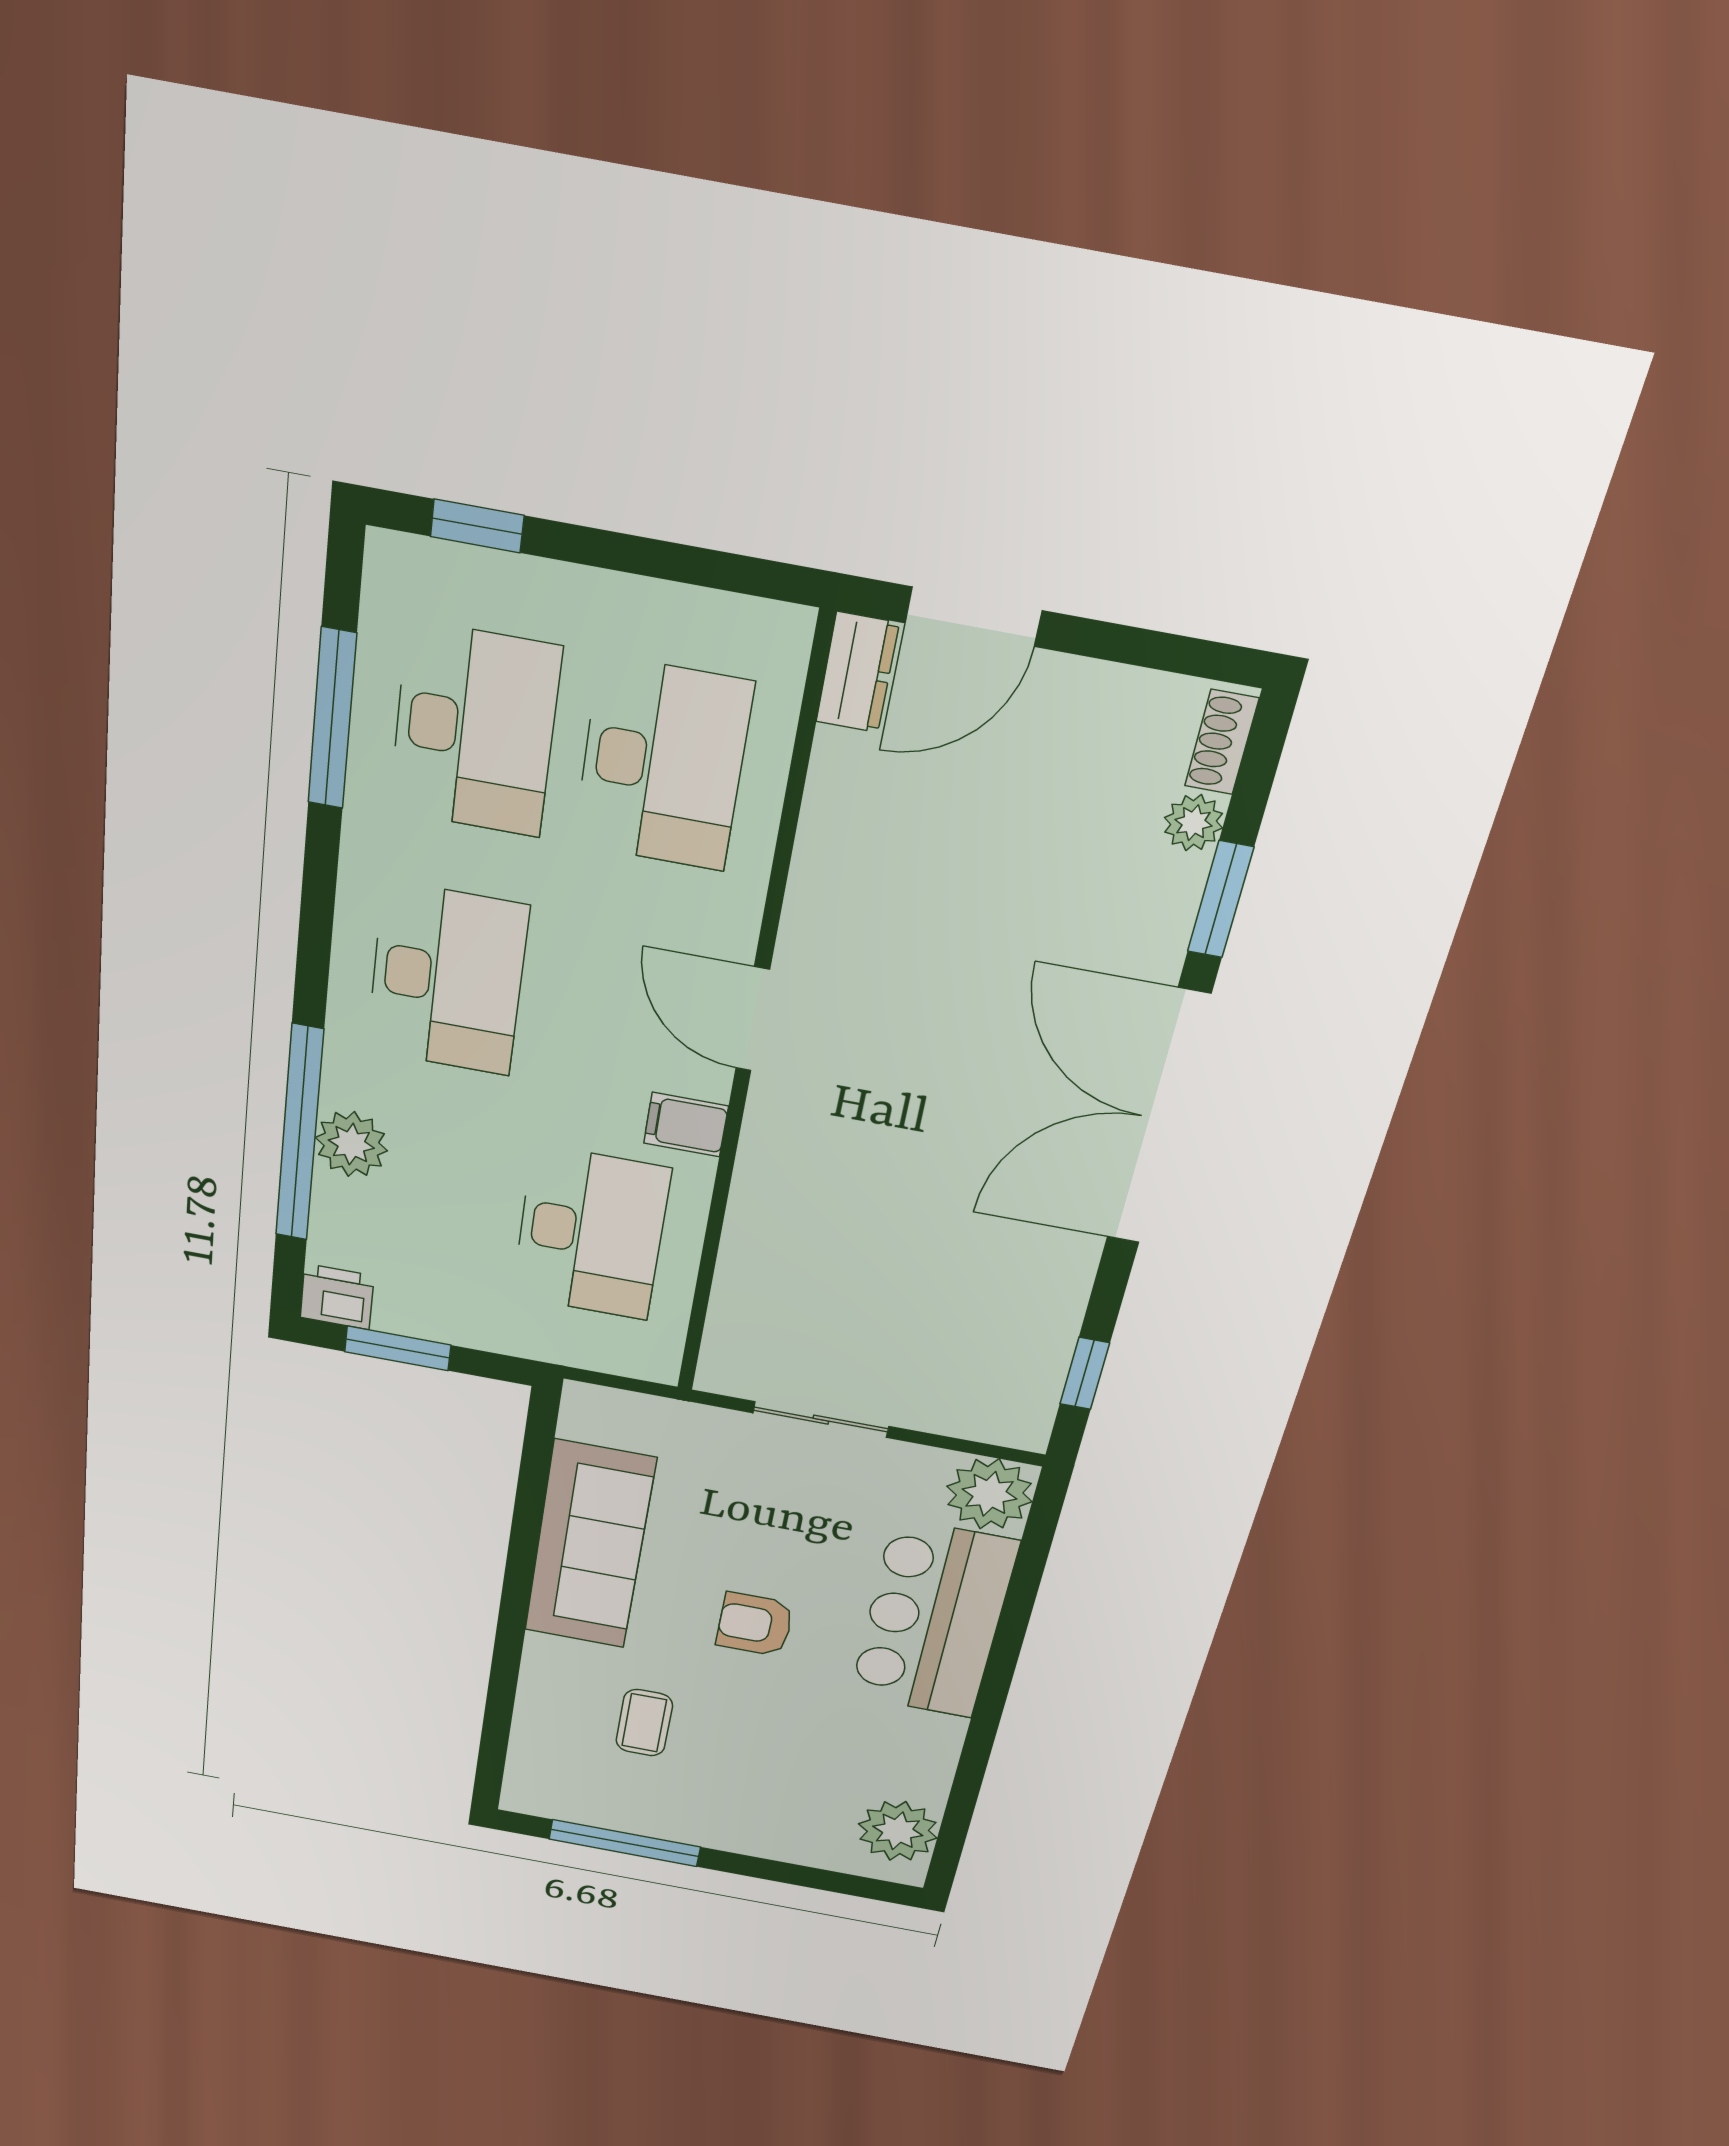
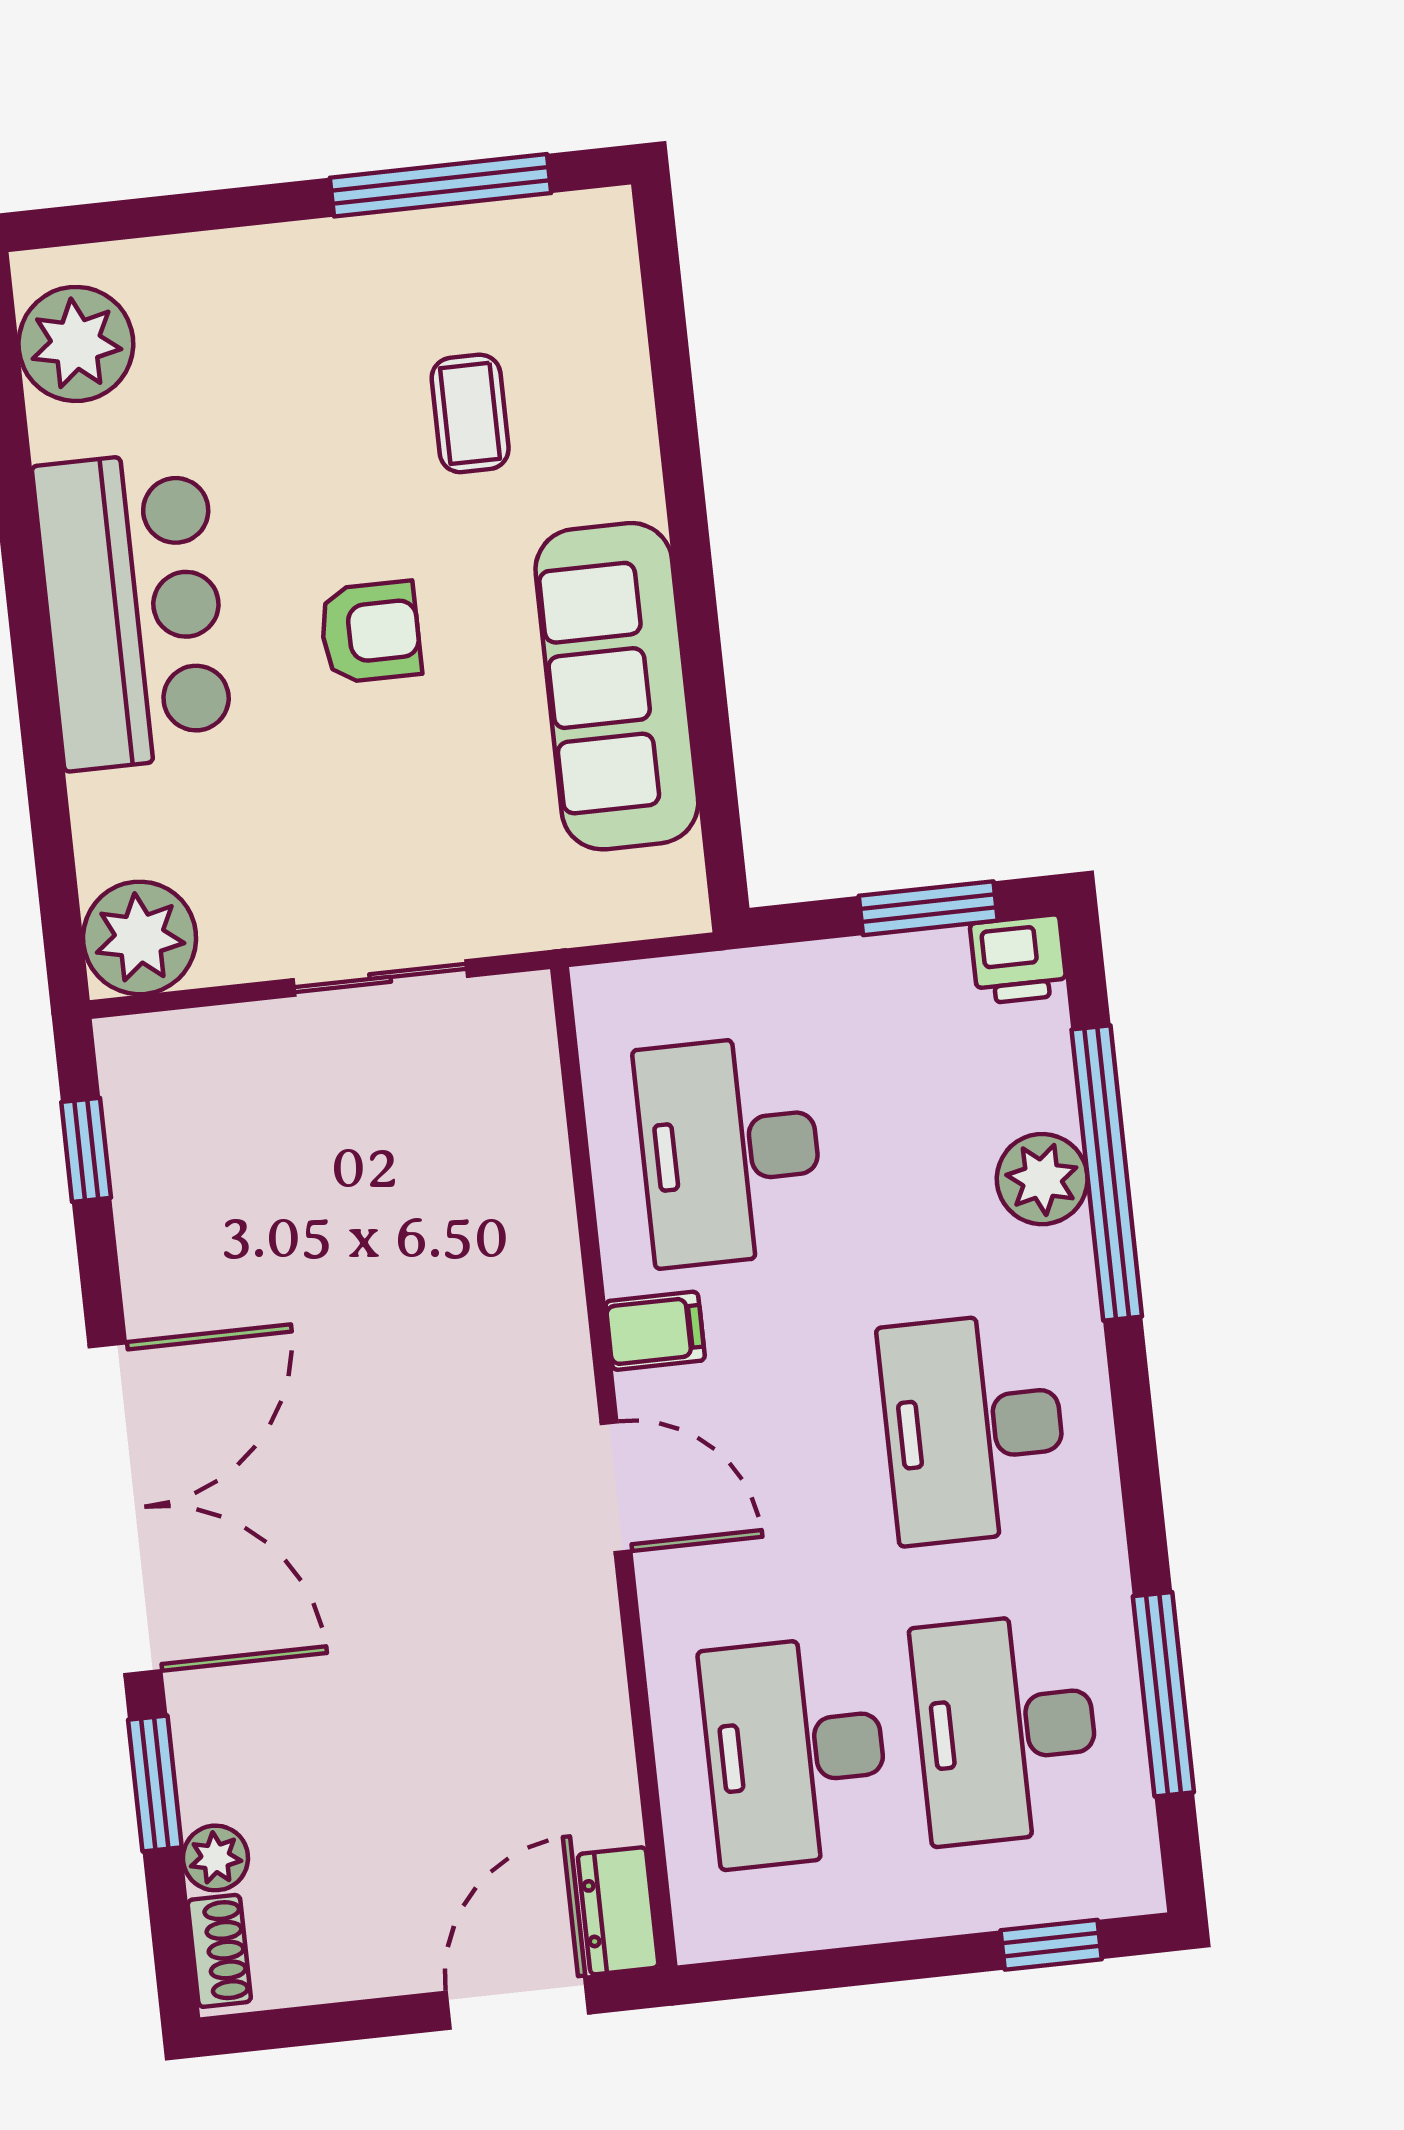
bar counter: (933, 1620) -> (133, 610), moved

